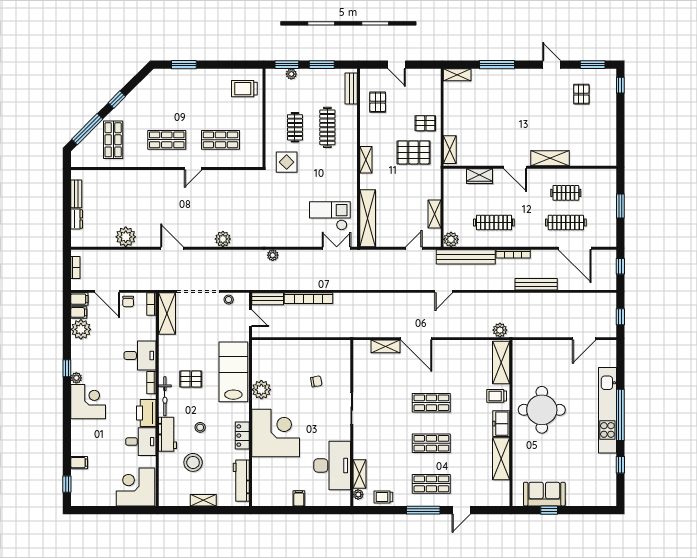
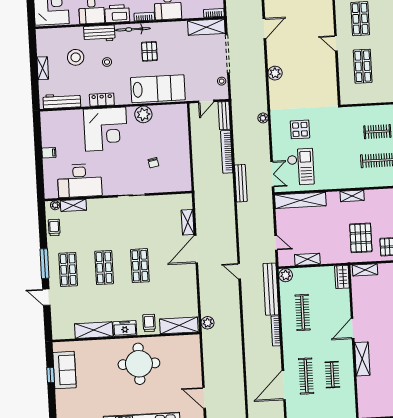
display table: (287, 162) -> (300, 129), moved
wardrobe: (479, 176) -> (342, 277), moved
bench: (536, 284) -> (241, 183), moved

